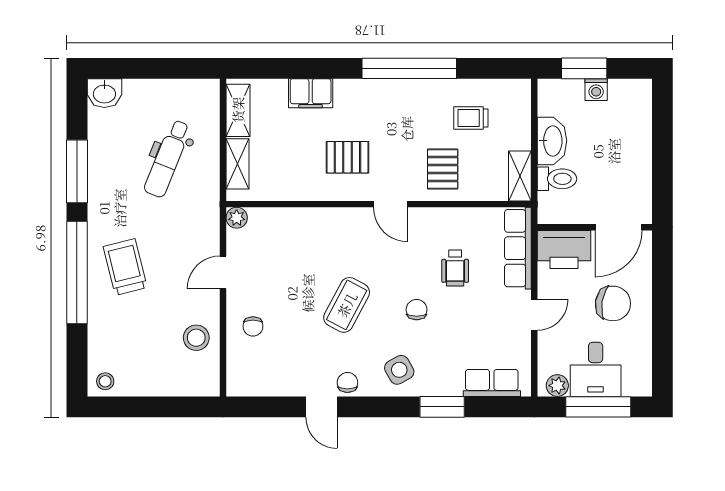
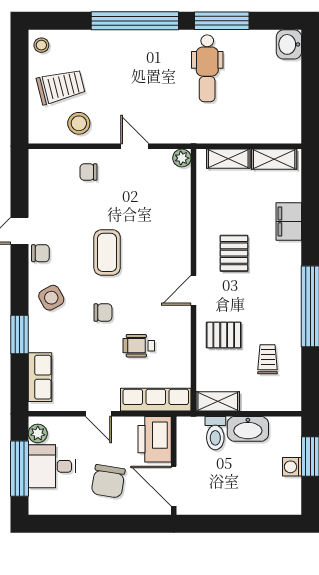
dental chair: (167, 159) -> (207, 68), moved, turned -112
trolley: (125, 267) -> (61, 86), moved
coffee table: (347, 305) -> (107, 252), turned 62

